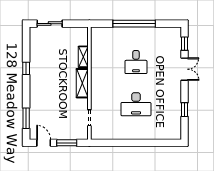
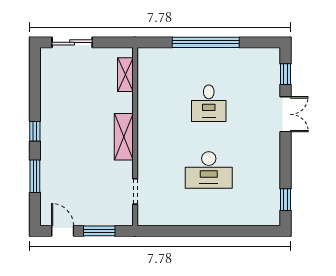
shelving: (83, 57) -> (125, 75), moved
window: (26, 68) -> (35, 131), moved
window: (184, 110) -> (285, 200), moved
window: (26, 118) -> (35, 176), moved

